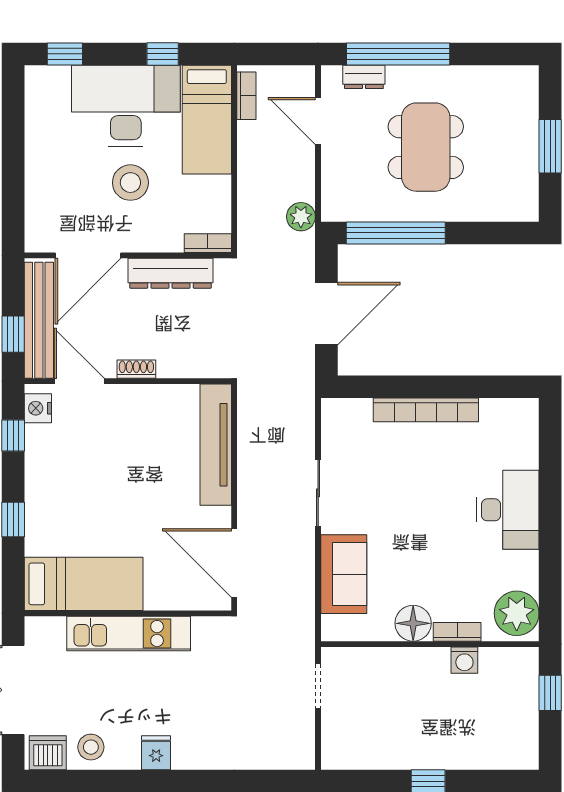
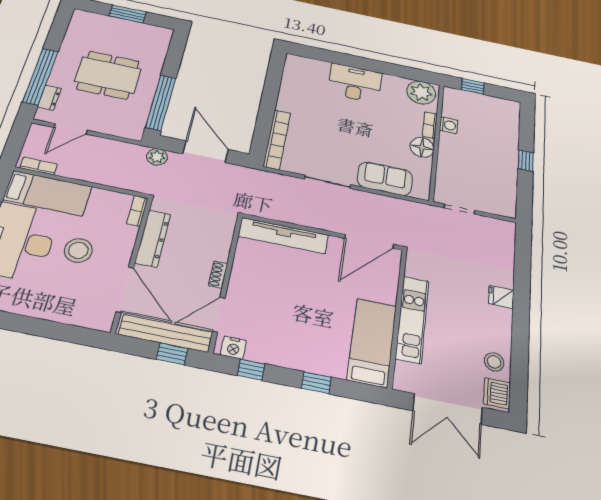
plant: (301, 217) -> (157, 157), moved
bookcase: (426, 410) -> (277, 139), moved
fridge: (156, 753) -> (501, 297), moved

